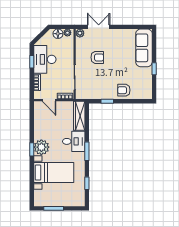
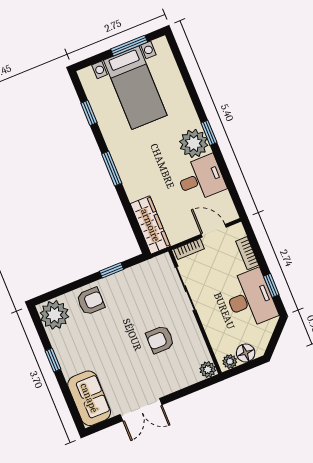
double door: (99, 27) -> (141, 410), moved
sofa: (144, 48) -> (89, 398), width x0.73
plant: (144, 91) -> (54, 315), added
desk: (74, 141) -> (201, 179), moved, turned 180
bed with nightstands: (54, 173) -> (135, 88), moved, turned -90

